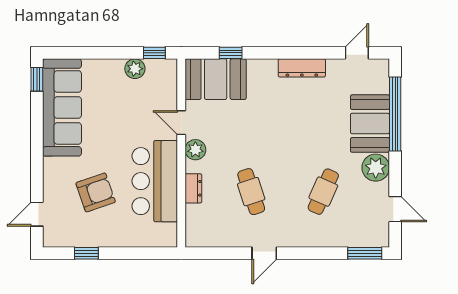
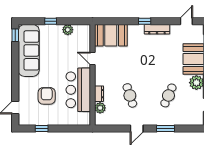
window: (154, 53) -> (51, 21), moved
window: (231, 53) -> (145, 21), moved
plant: (195, 150) -> (100, 108), moved
armchair: (96, 192) -> (47, 96), turned -71
window: (365, 253) -> (166, 128), moved

